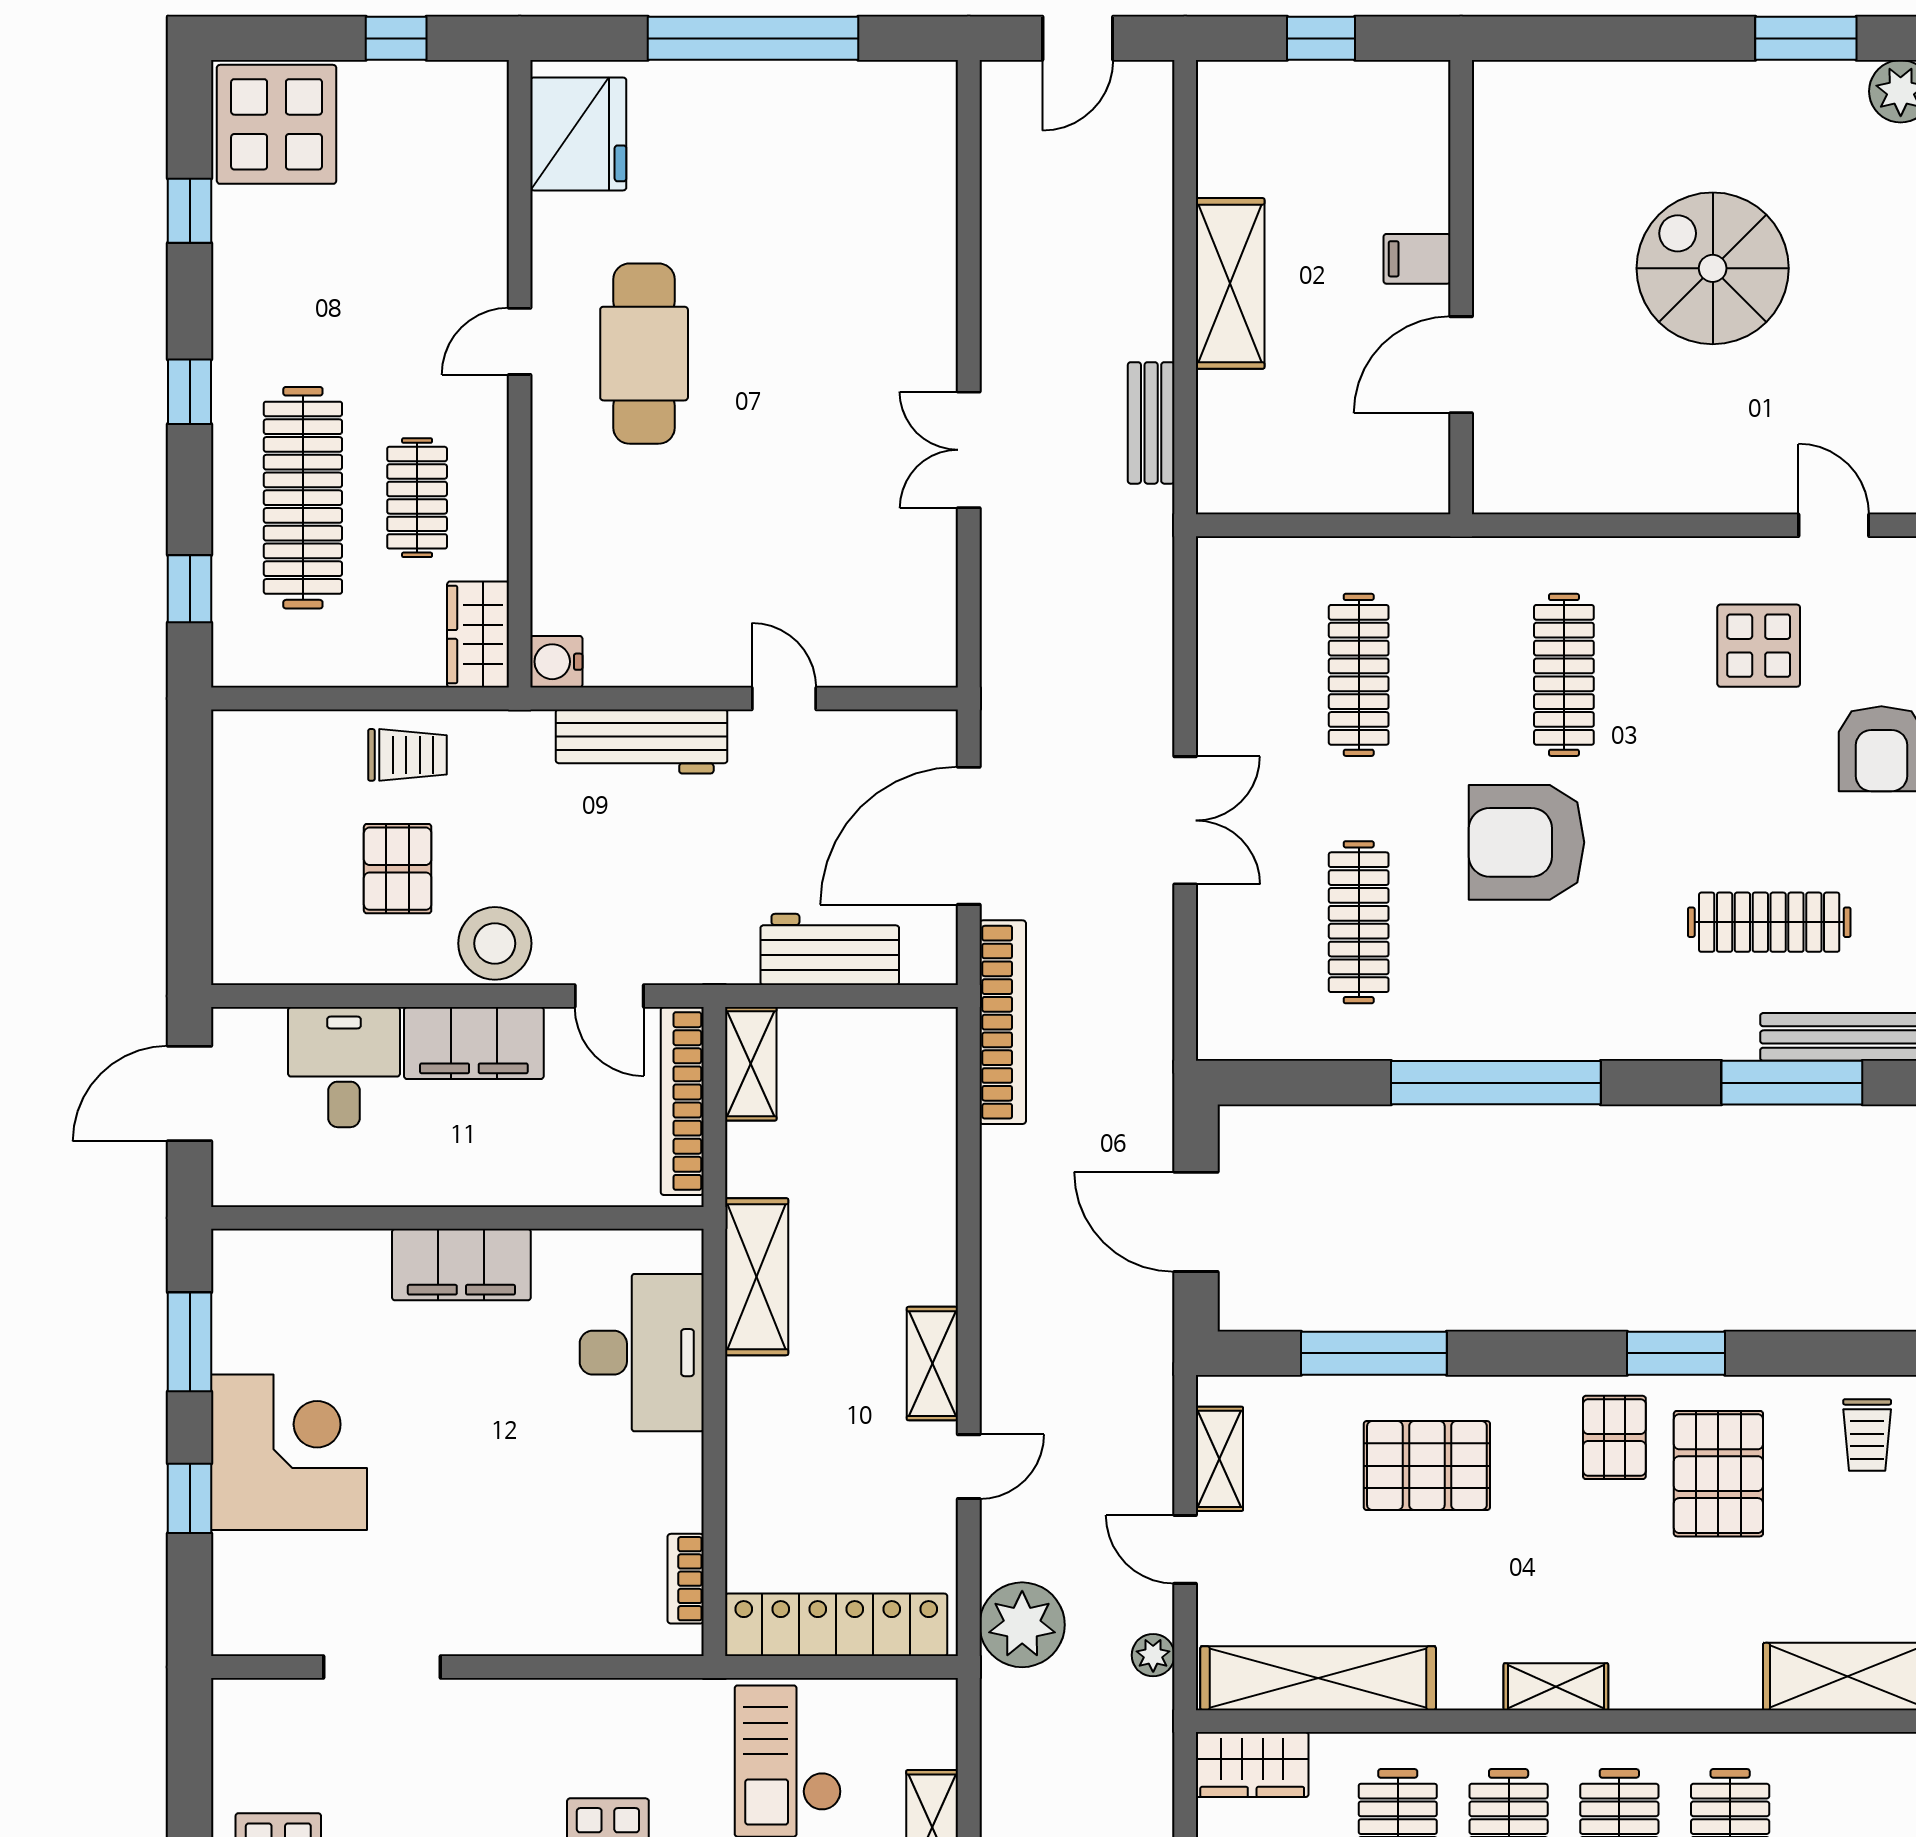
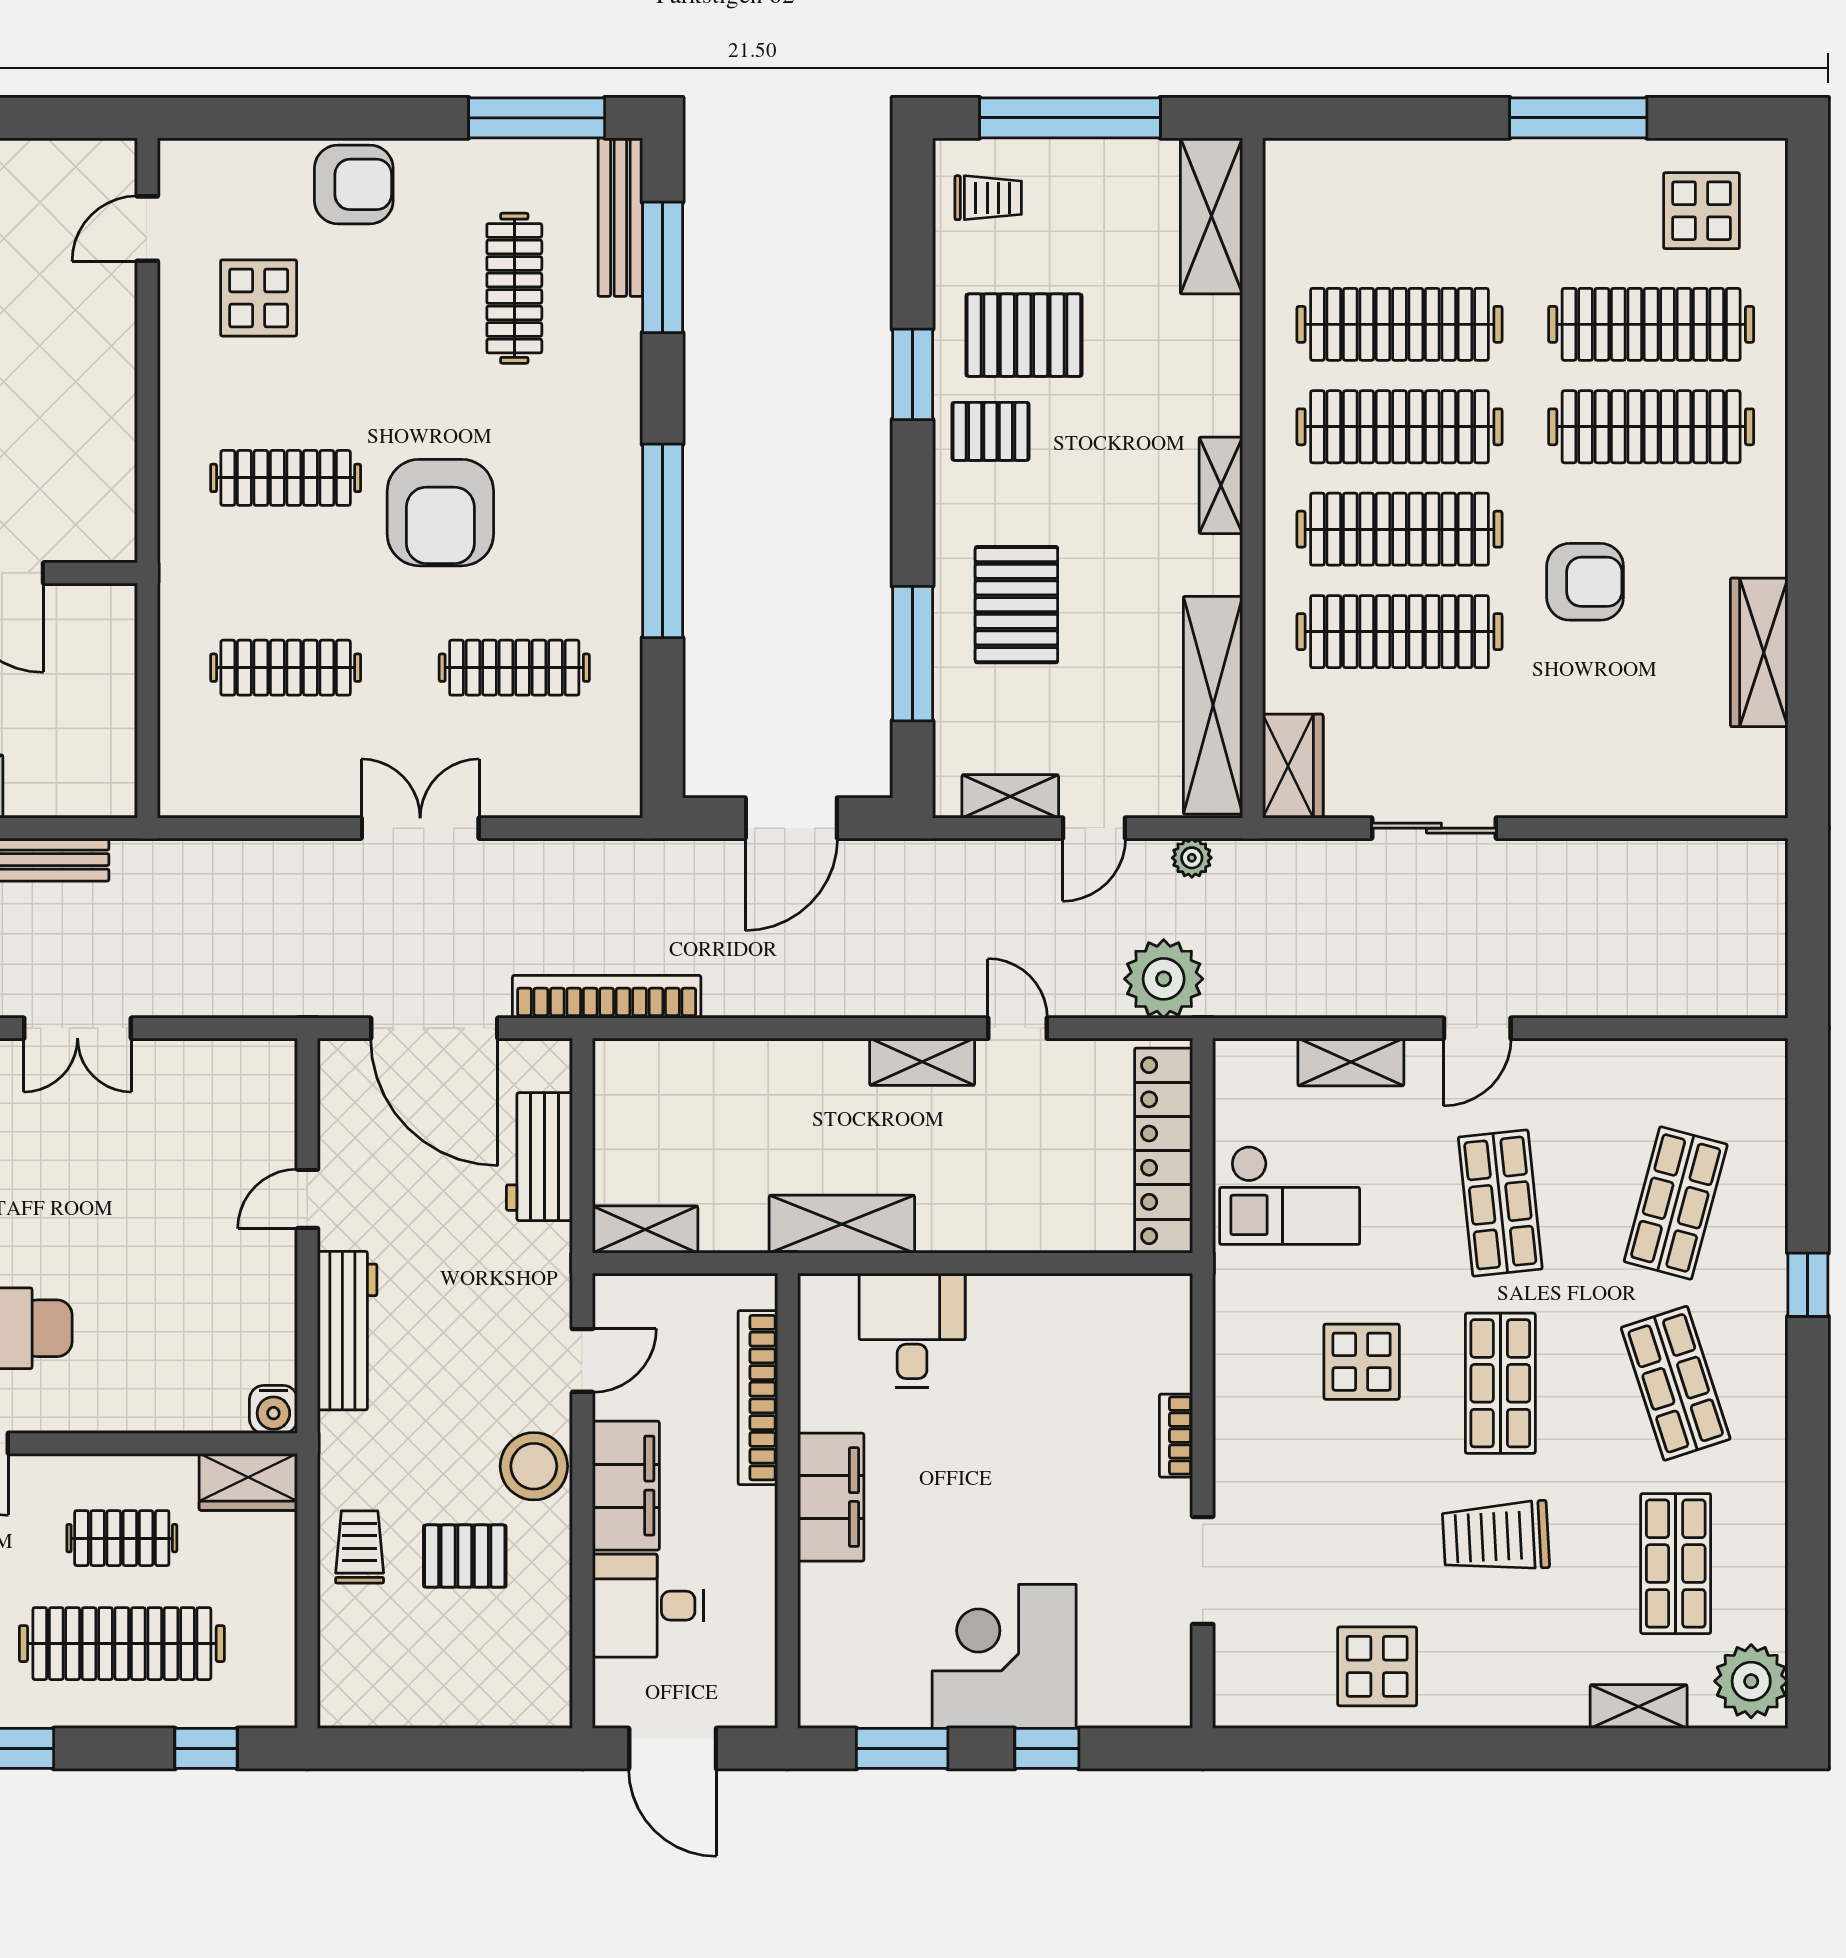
bookcase: (682, 1101) -> (758, 1398), moved, turned 90
desk: (642, 1353) -> (912, 1330), width x0.73
bookcase: (686, 1579) -> (1176, 1436), moved, turned 90

